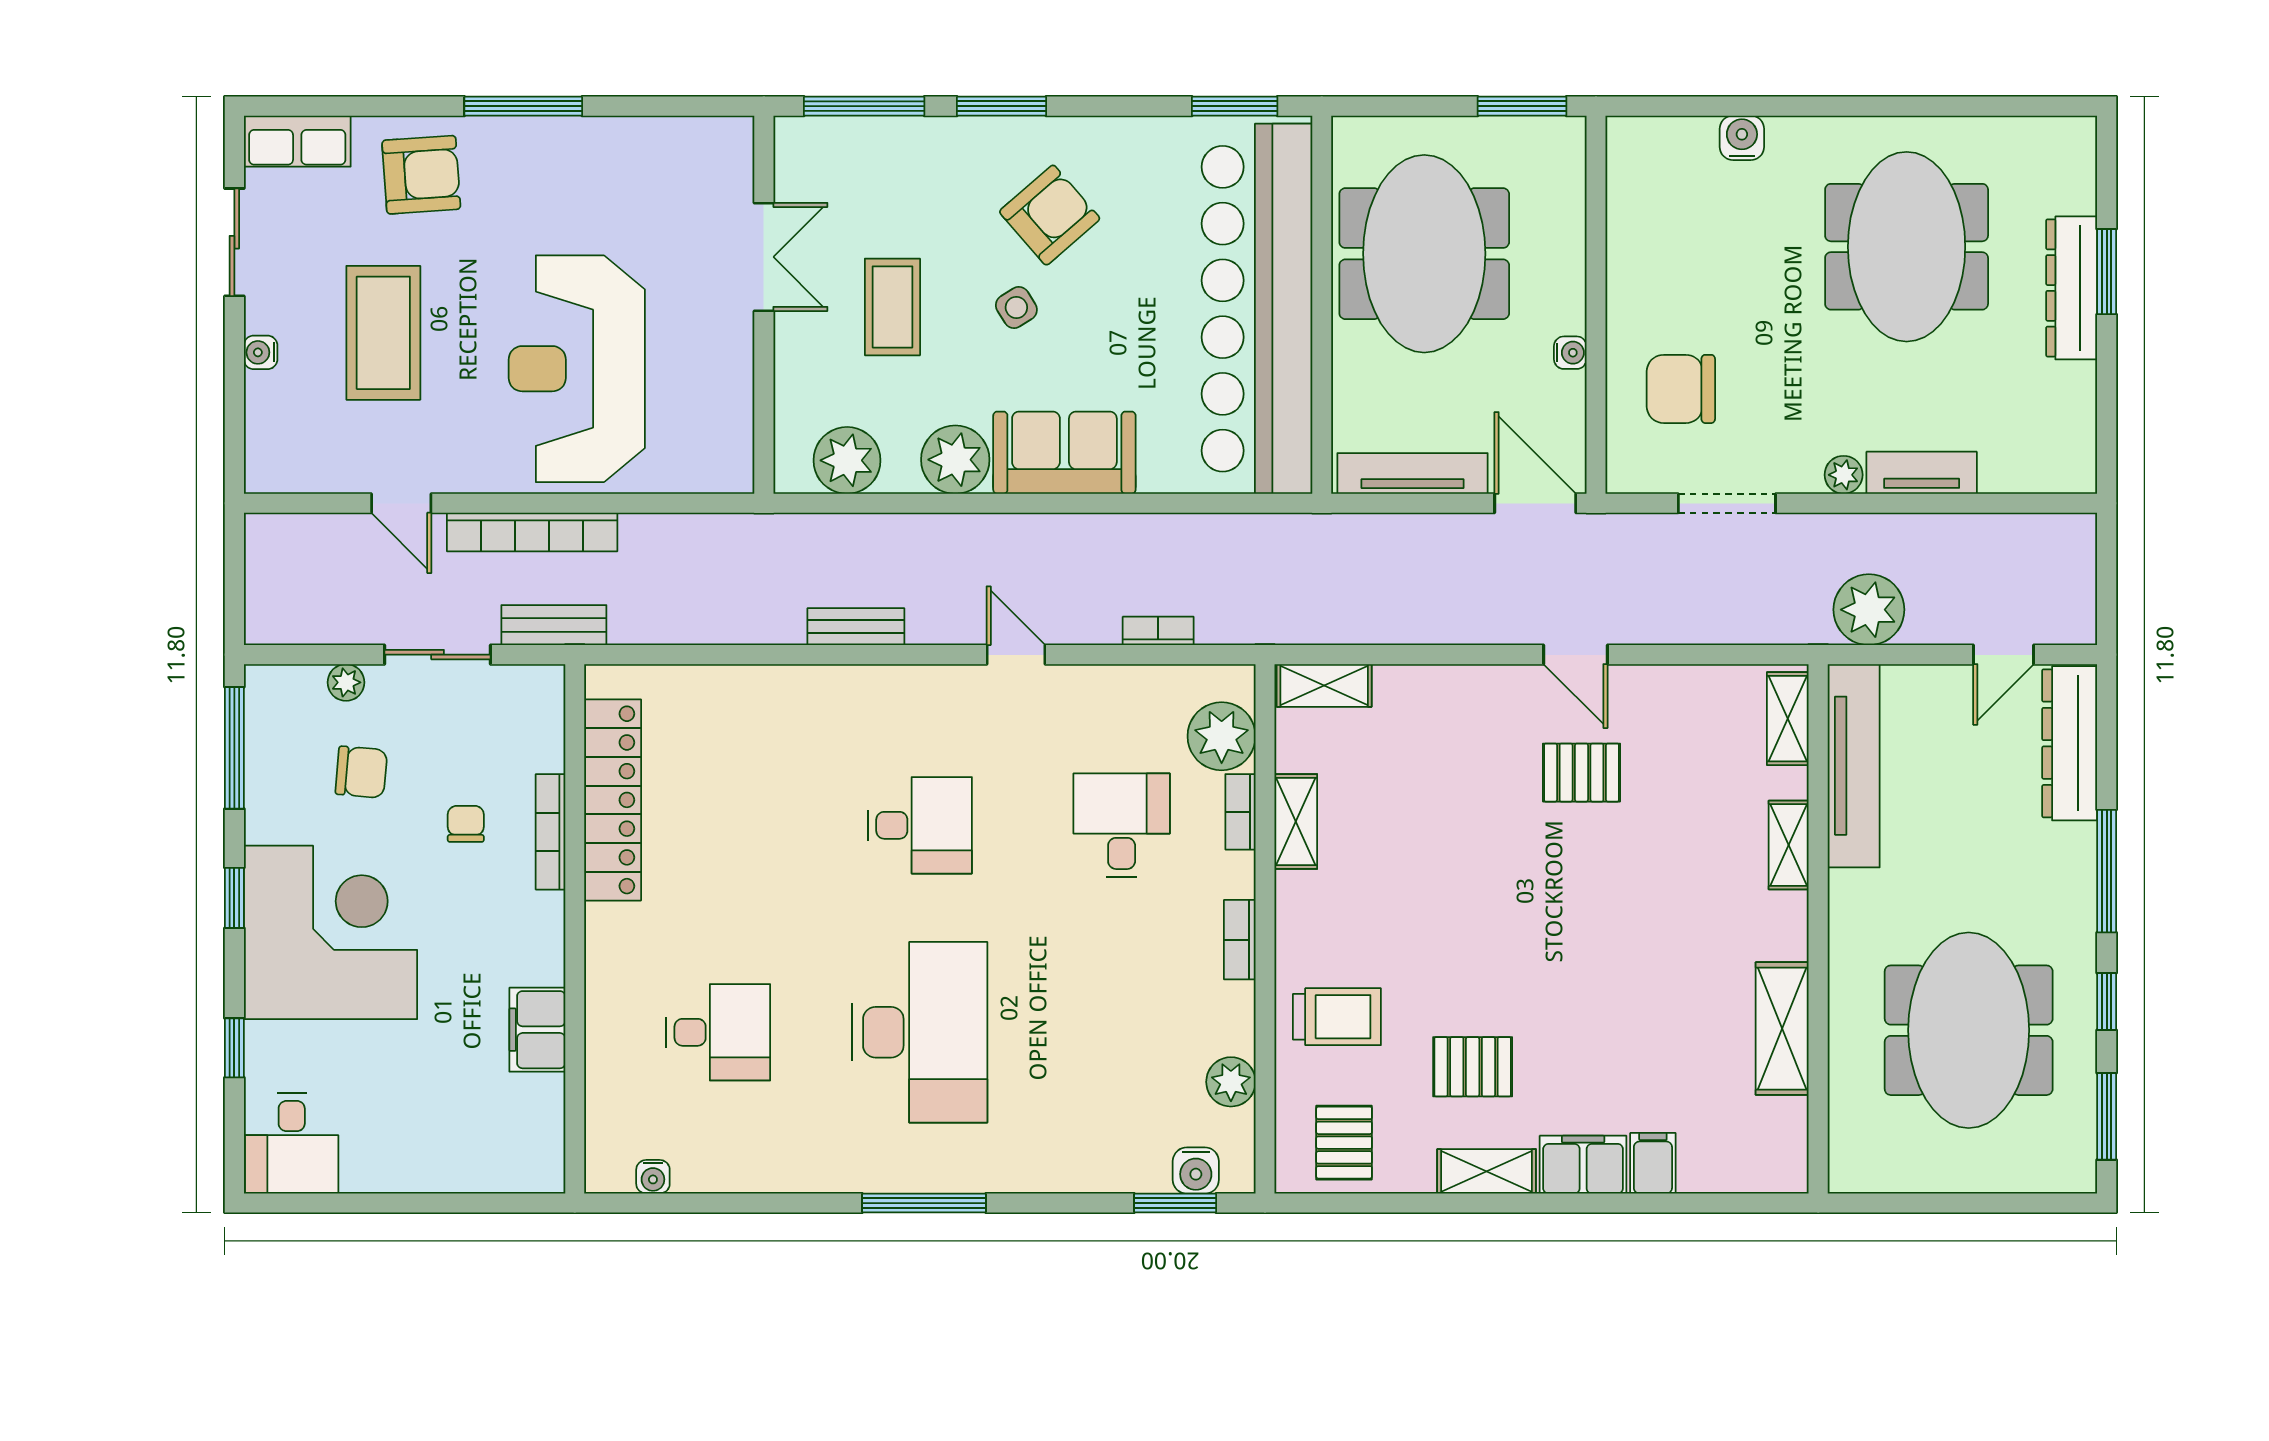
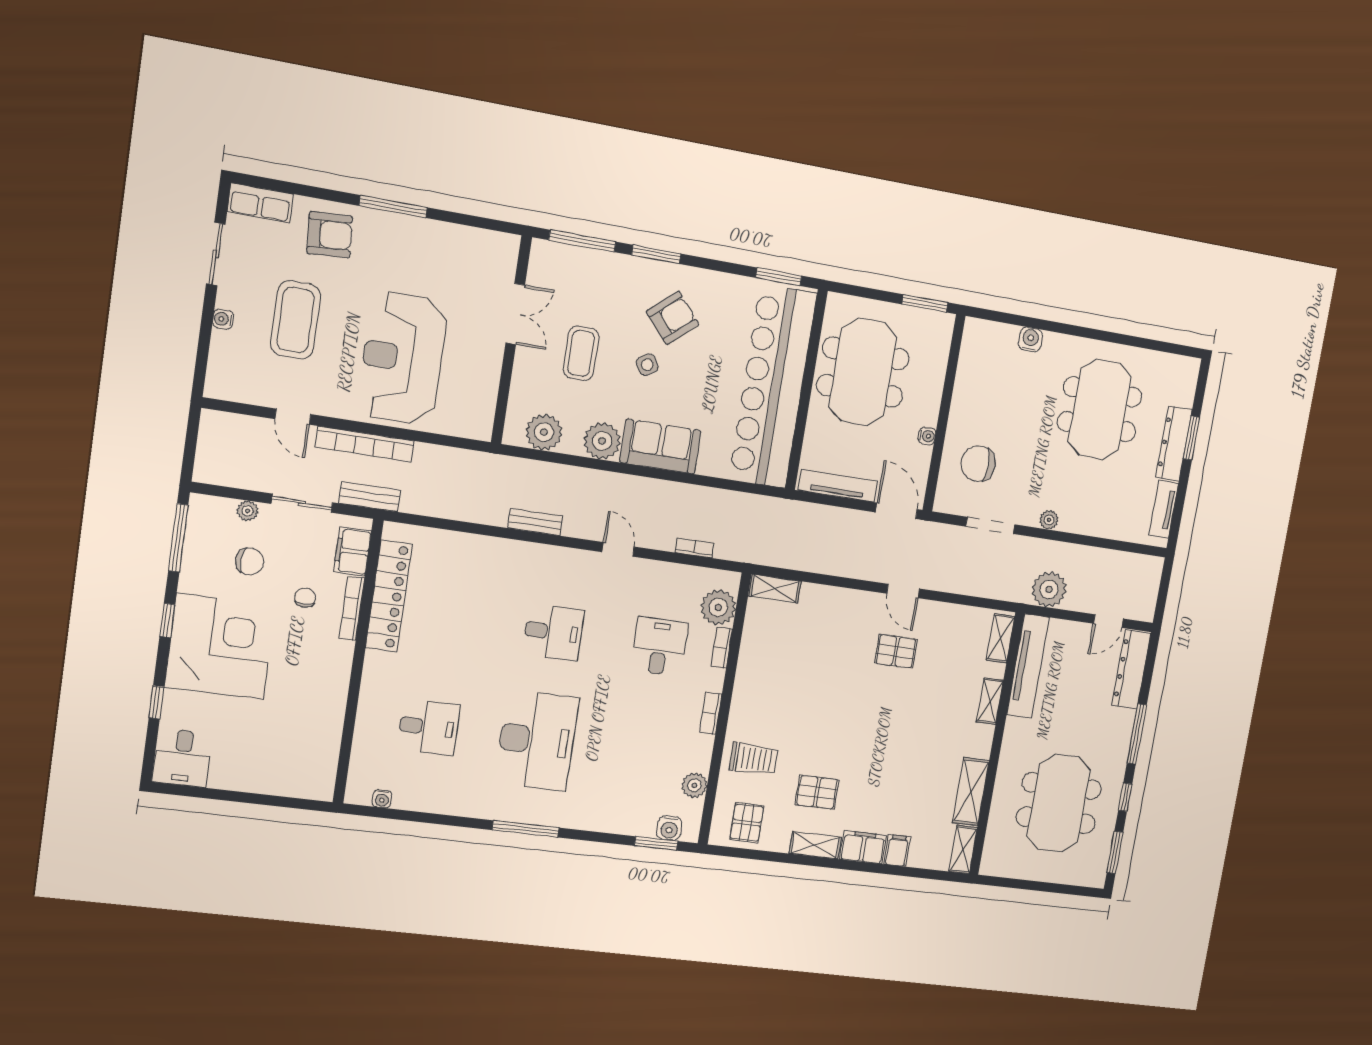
tv unit: (1922, 473) -> (1164, 509), moved, turned -90
shelving: (1296, 821) -> (963, 849), moved
filing cabinet: (537, 1030) -> (352, 551), moved

